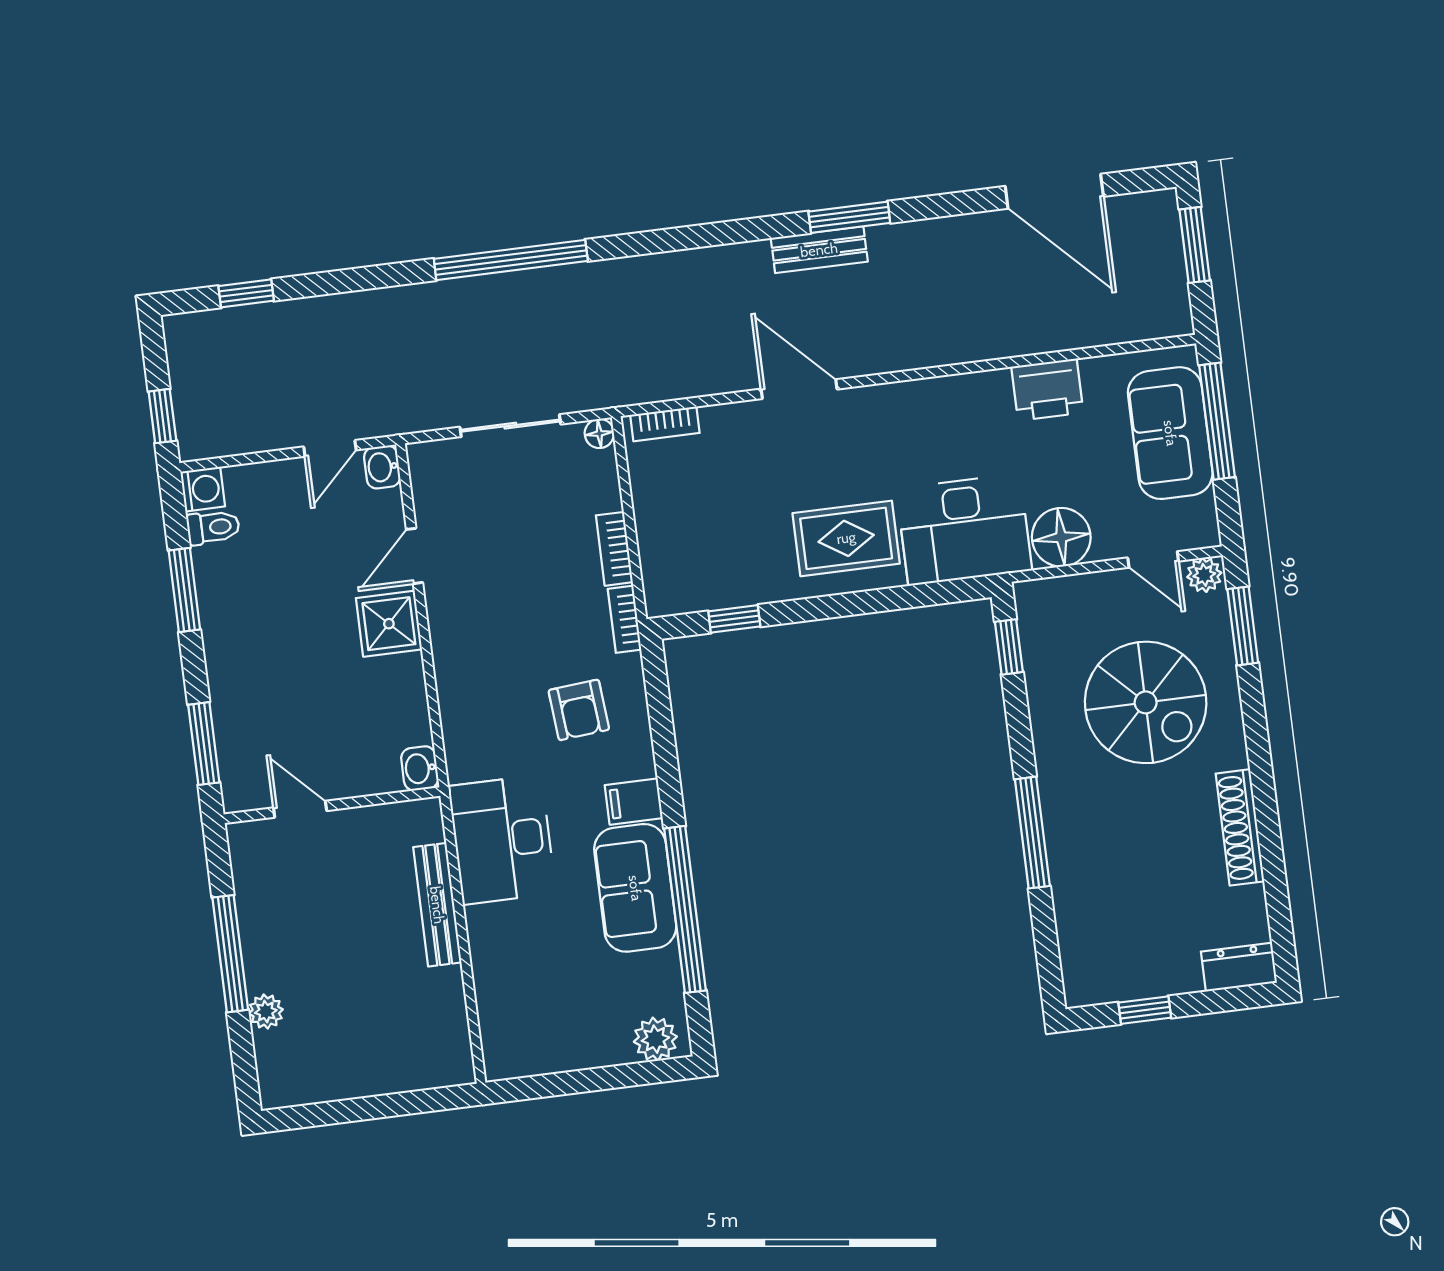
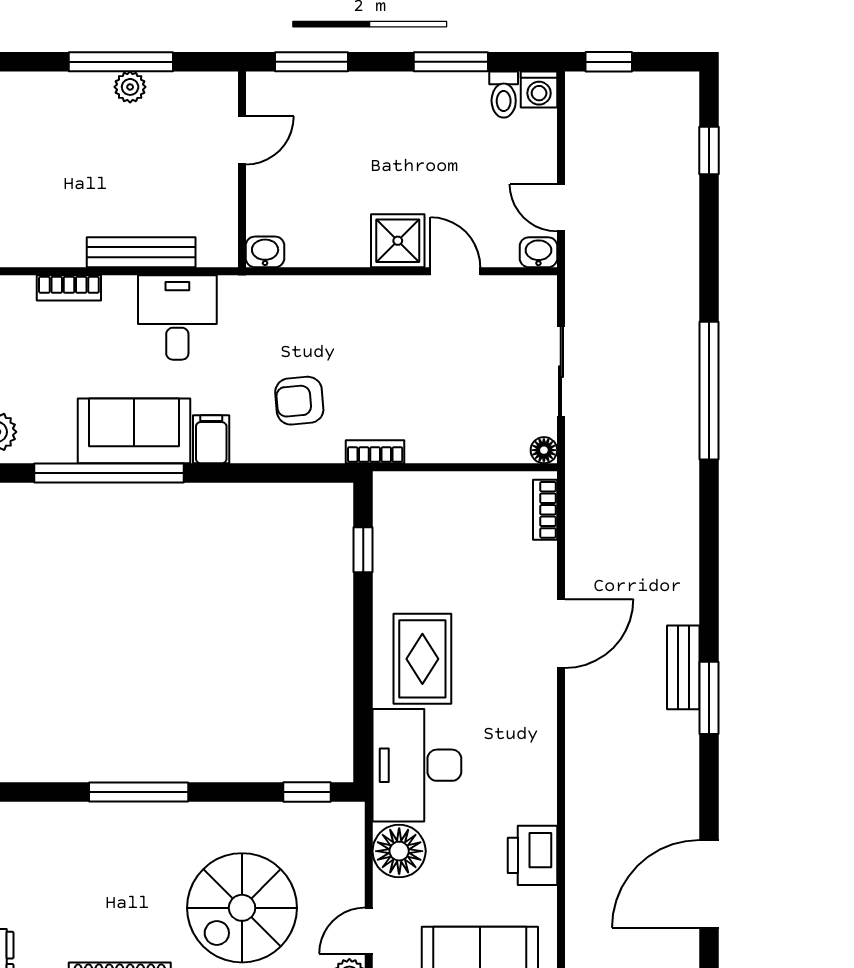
bookcase: (614, 549) -> (69, 288), moved, turned 180
desk: (502, 840) -> (177, 317), width x0.73
plant: (266, 1011) -> (130, 87), moved

